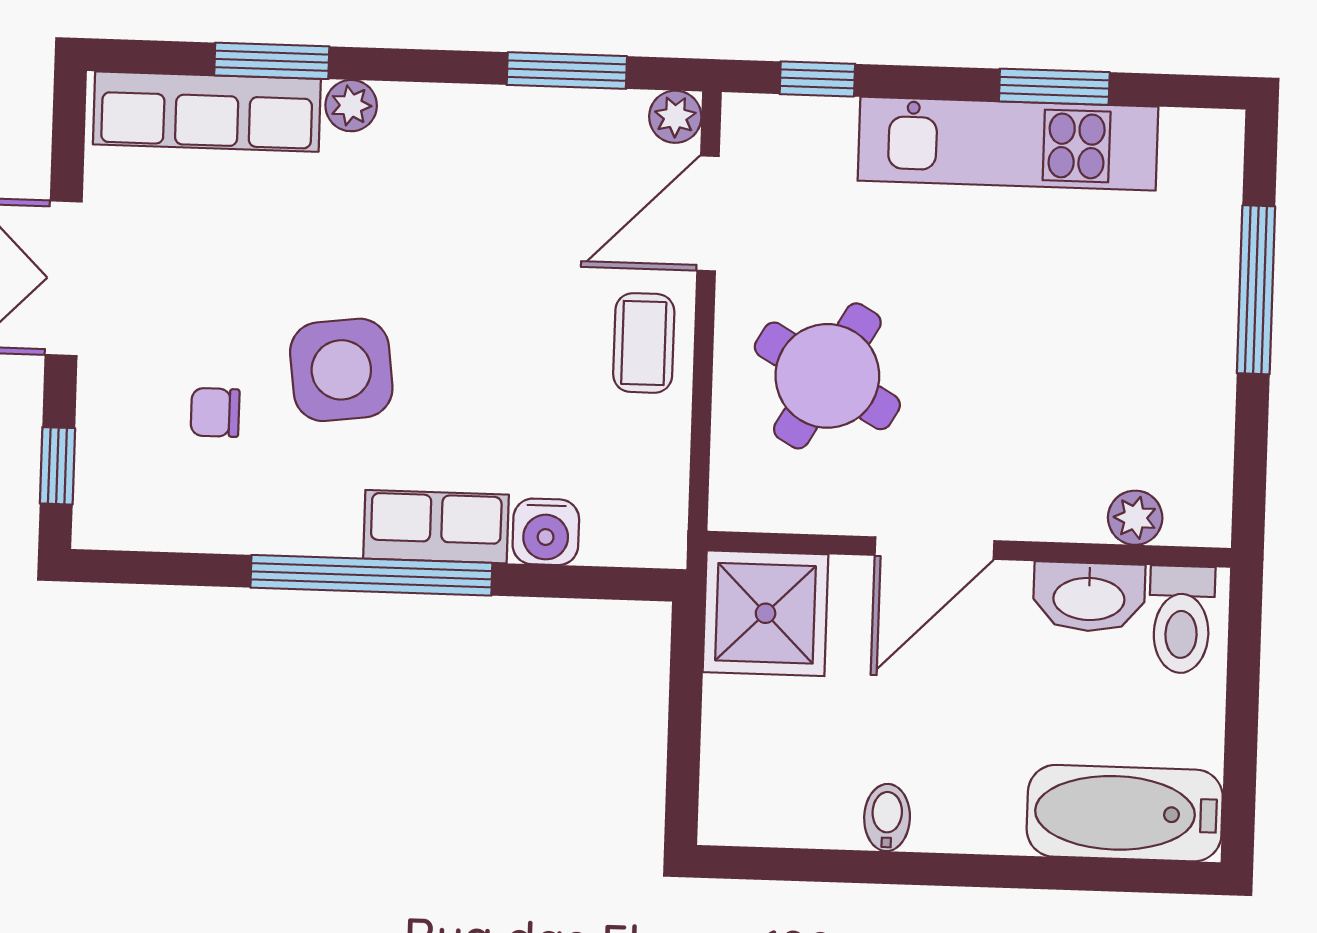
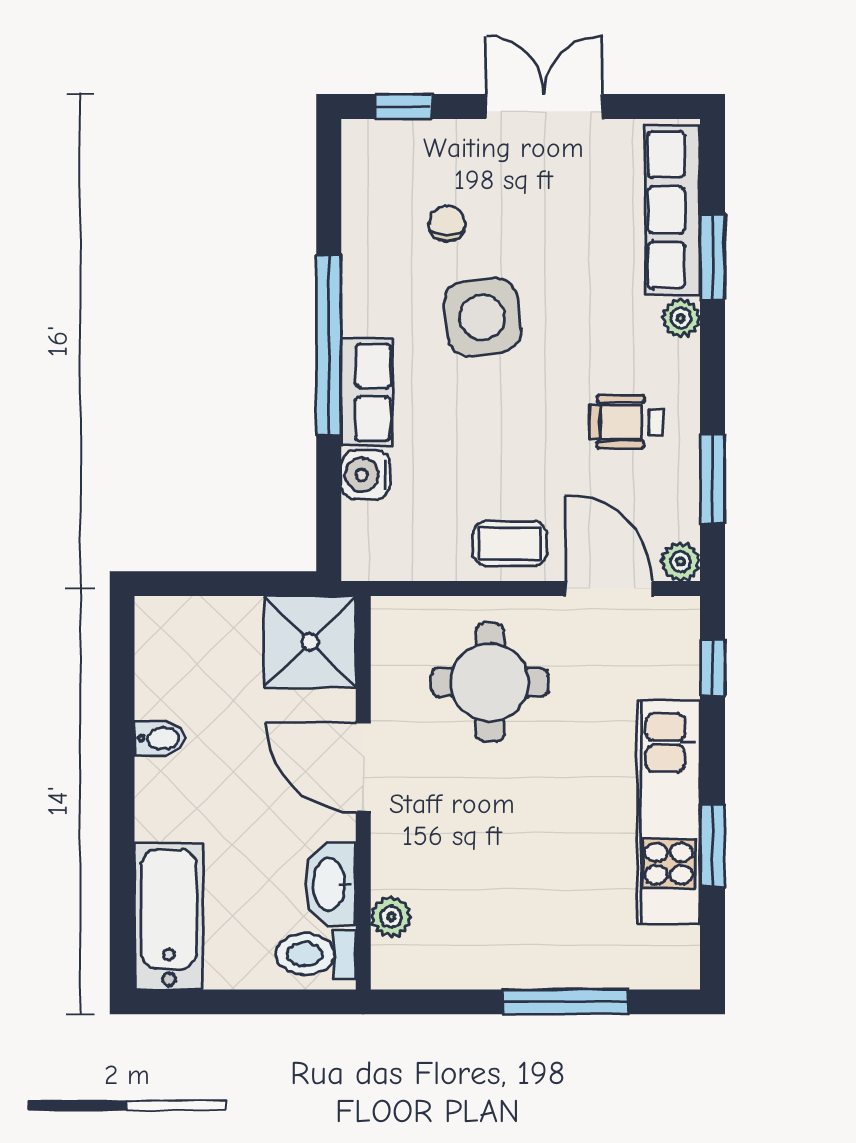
wheelchair: (487, 183) -> (626, 422), added
round table: (827, 376) -> (490, 682), turned -30

